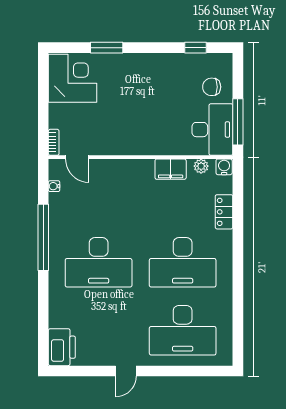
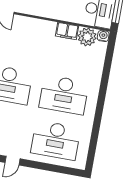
plant: (201, 166) -> (87, 37), width x1.87, depth x1.87
locker: (224, 212) -> (98, 66), removed

